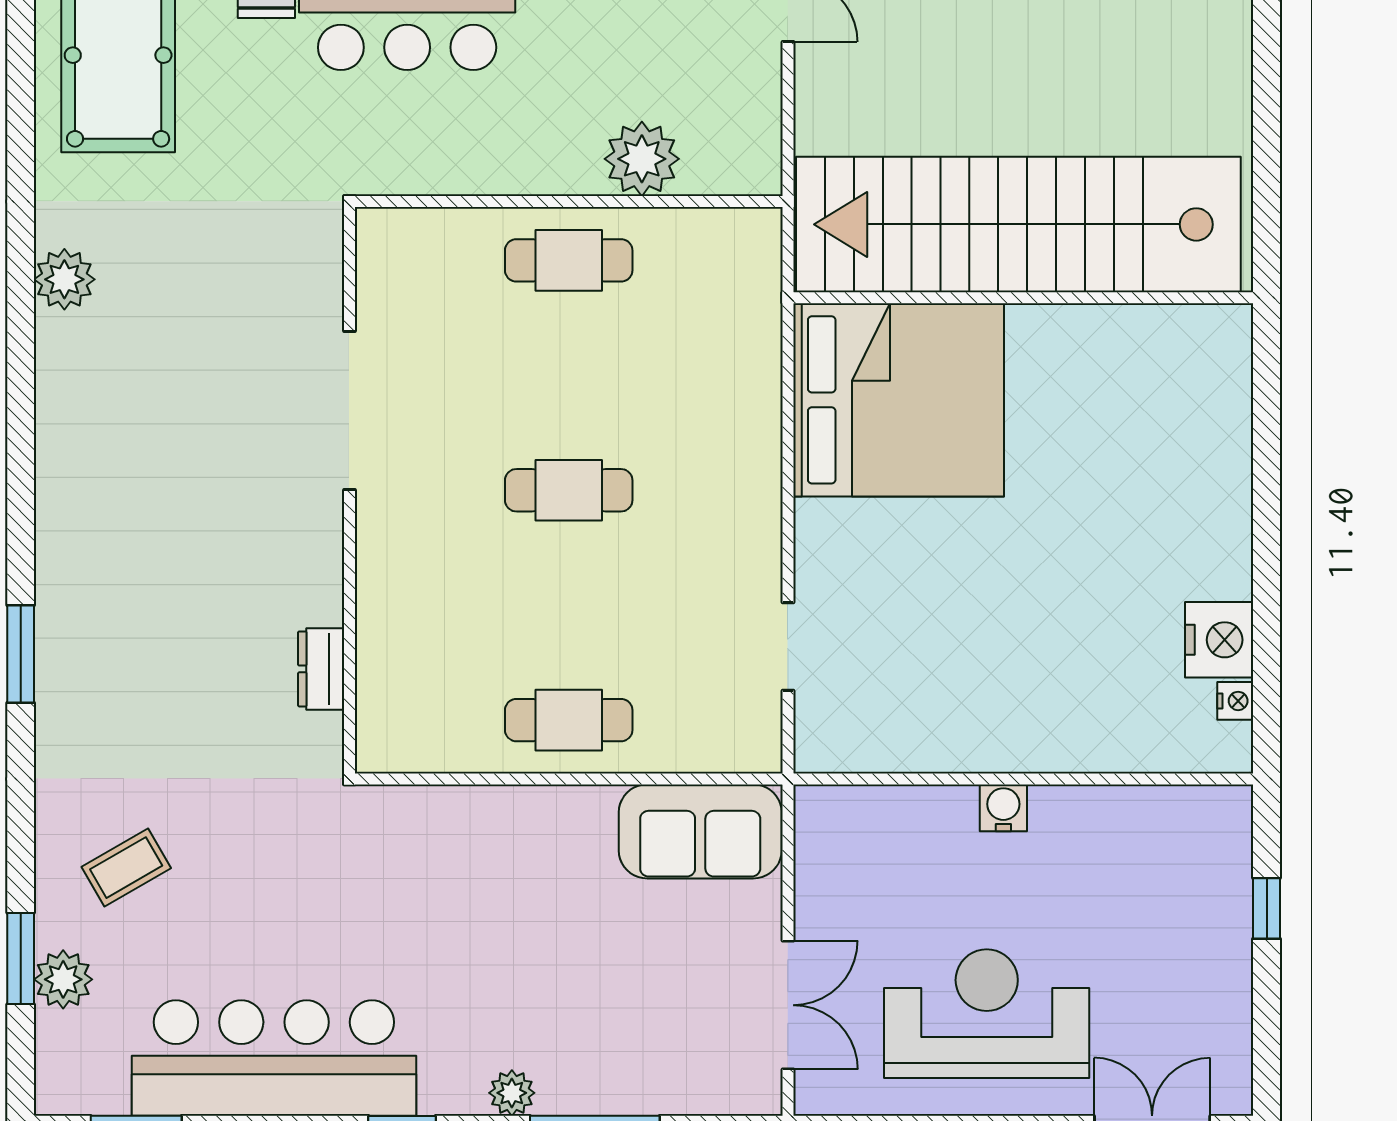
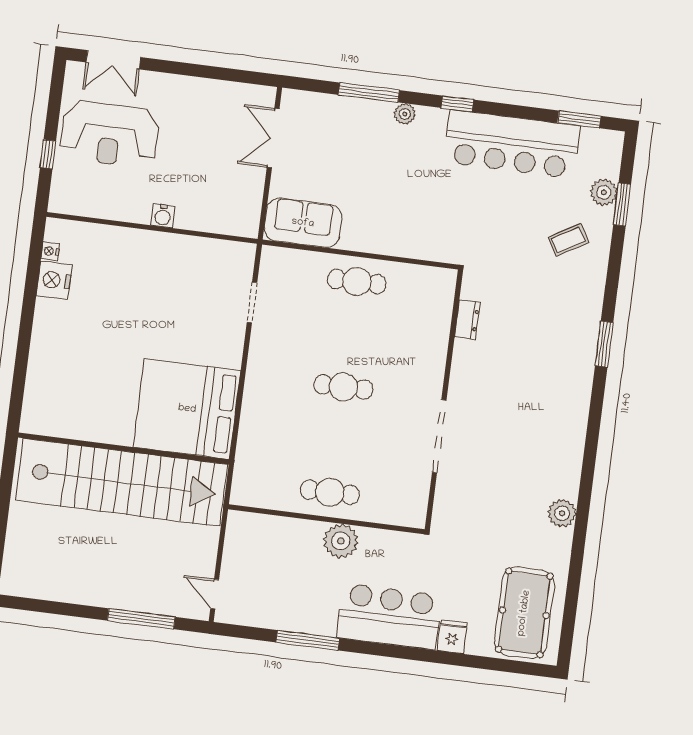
plant: (642, 159) -> (341, 541), moved
reception desk: (987, 1014) -> (110, 134), moved

